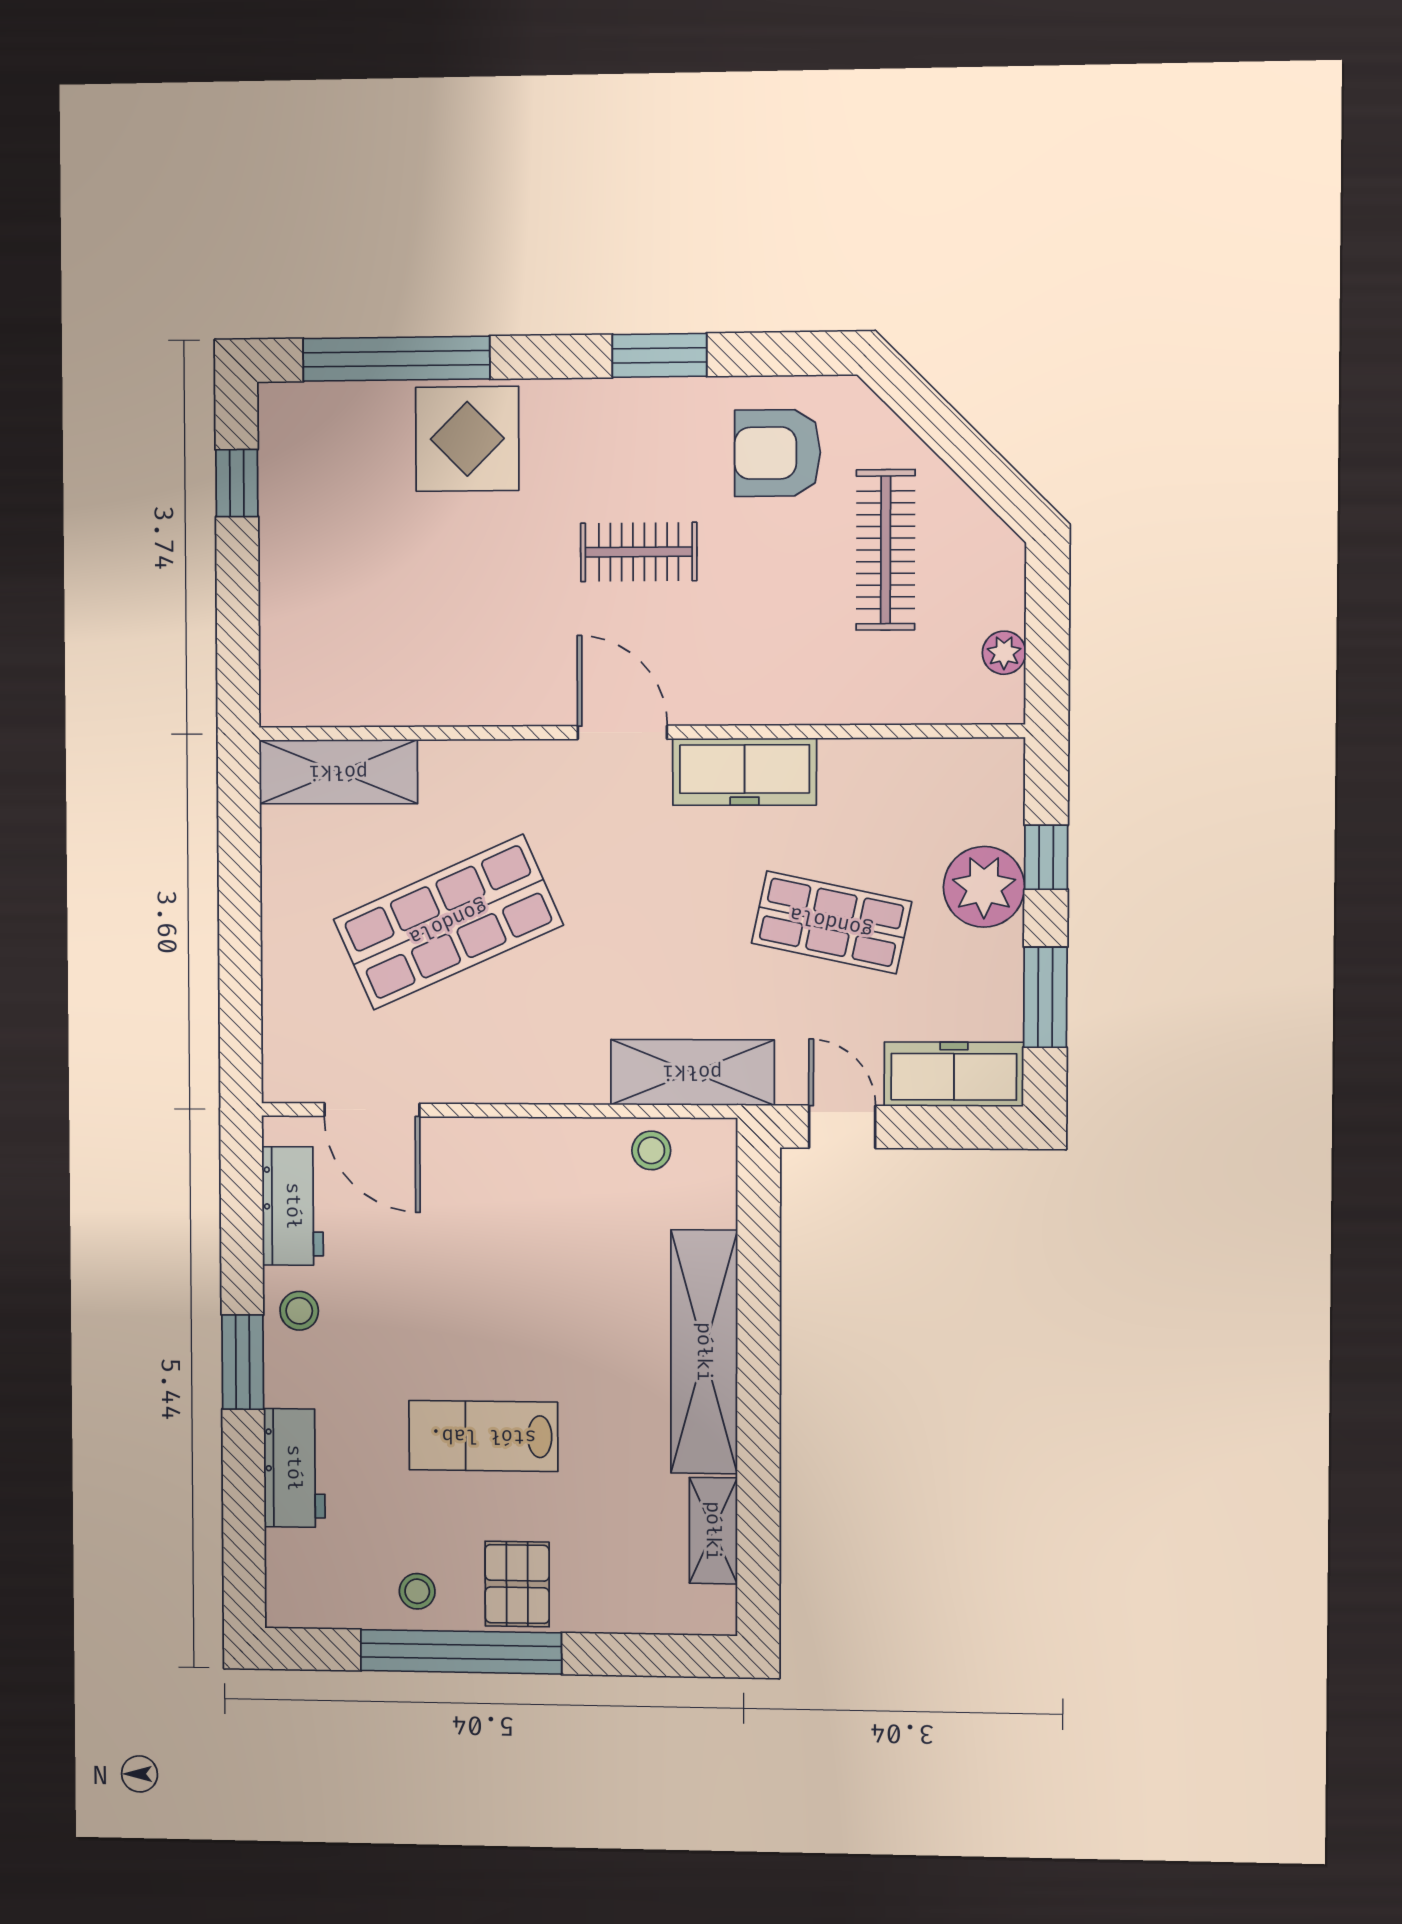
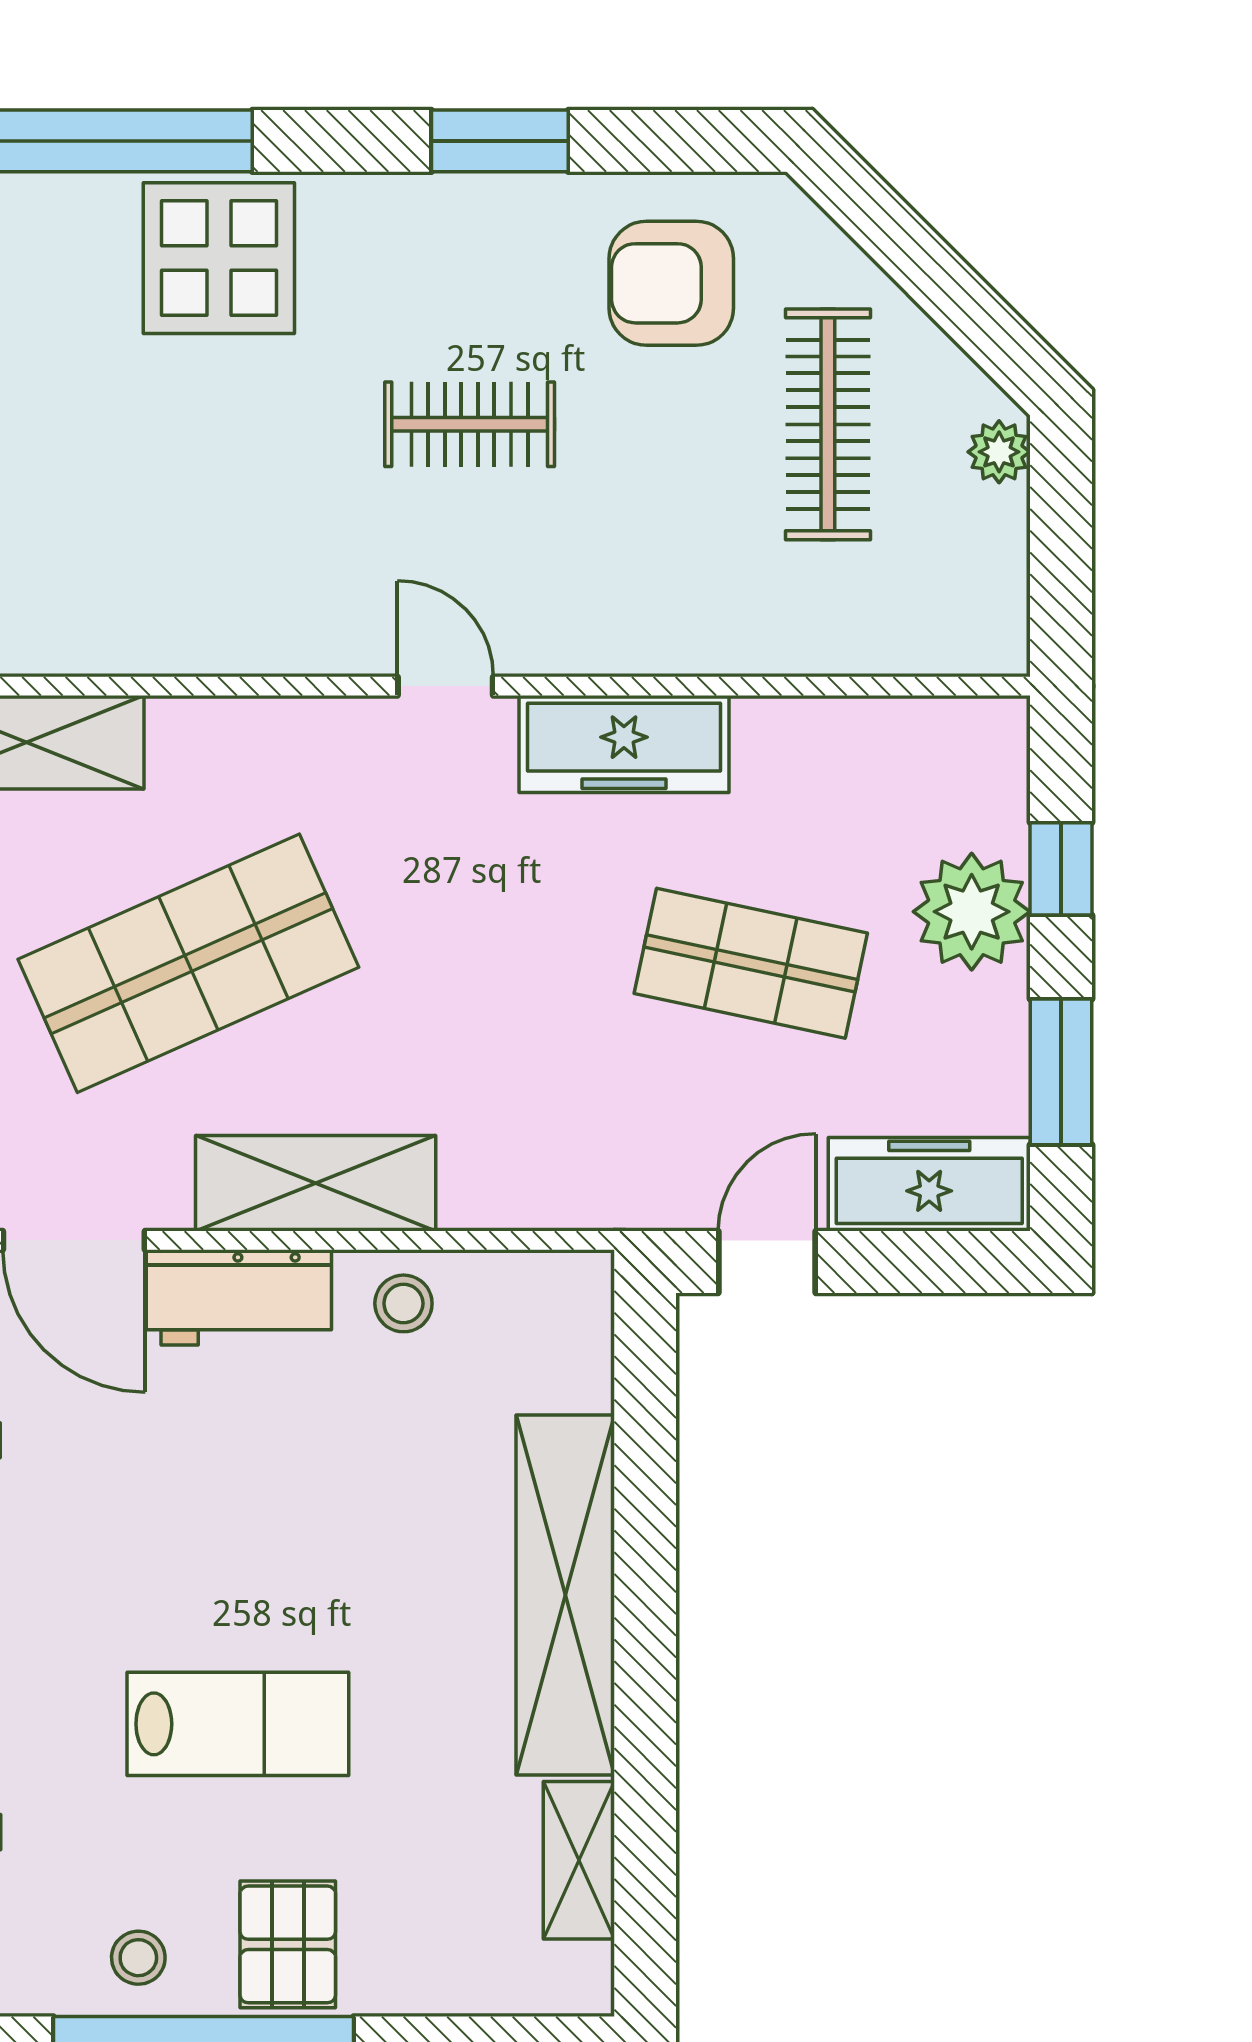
plant: (1004, 653) -> (999, 452), moved
door: (622, 732) -> (445, 686), width x0.73
shelving: (692, 1072) -> (316, 1183), moved
door: (842, 1127) -> (767, 1262), hinge flipped
workbench: (483, 1149) -> (239, 1297), added
stool: (651, 1150) -> (403, 1303), moved
lab bench: (483, 1436) -> (238, 1724), turned 180

